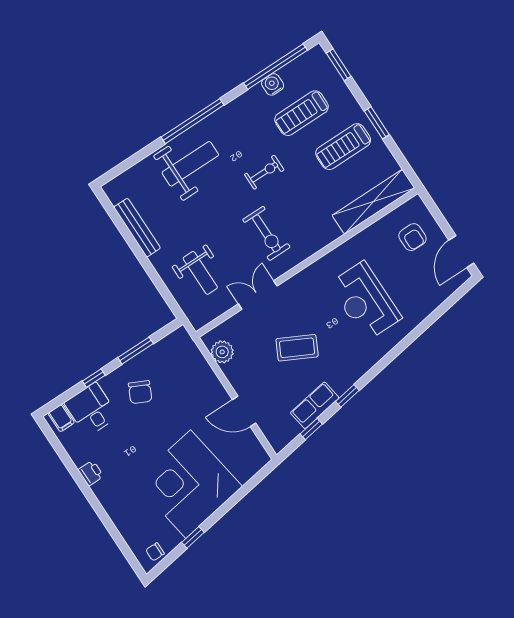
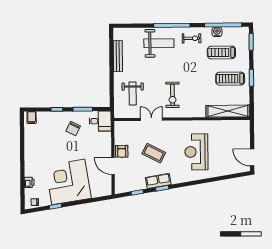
exercise bike: (264, 172) -> (192, 38), moved
armchair: (412, 237) -> (122, 151), moved
door: (461, 252) -> (252, 157), hinge flipped
plant: (222, 352) -> (120, 134), removed
row of seats: (315, 405) -> (158, 181), moved
desk: (91, 410) -> (100, 121), moved, turned 90
printer: (91, 473) -> (29, 182), moved

